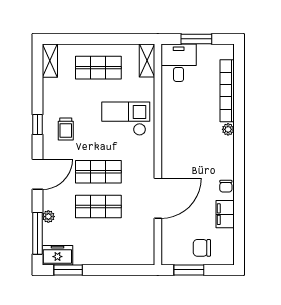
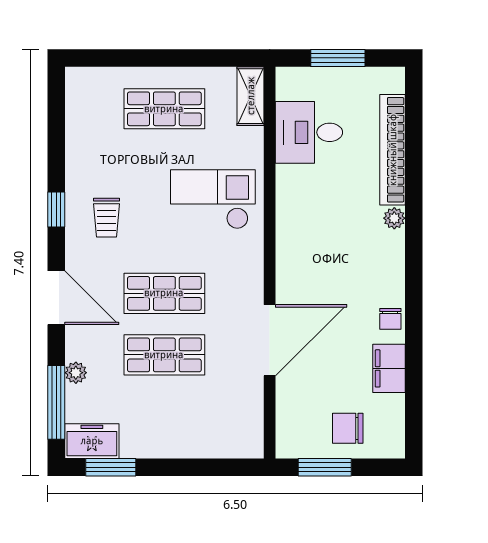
shelving: (50, 61) -> (78, 96), removed
desk: (179, 63) -> (309, 132), moved, turned -90
door: (37, 174) -> (56, 298), hinge flipped

